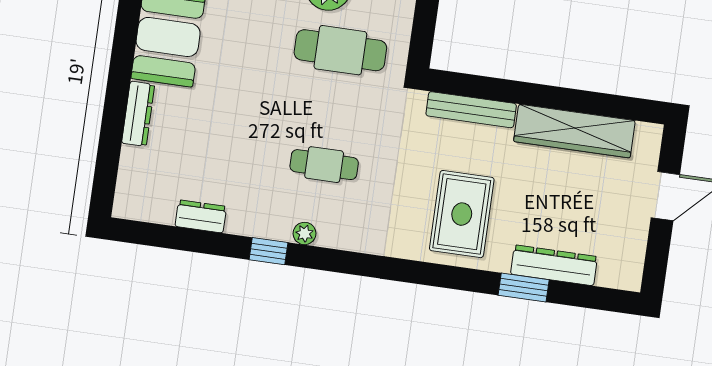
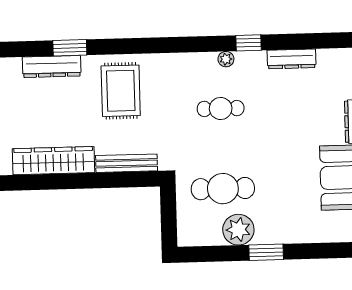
dresser: (201, 216) -> (292, 59), width x1.44

